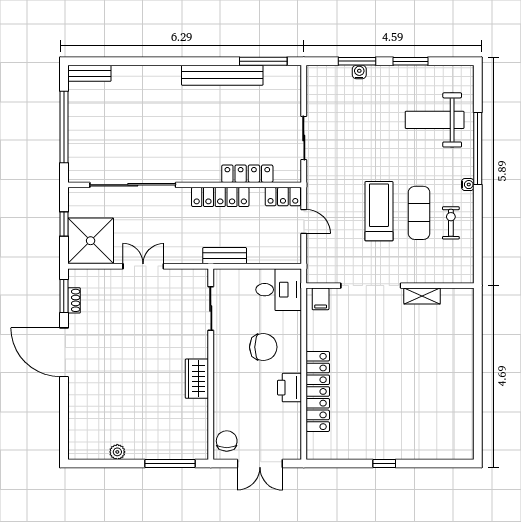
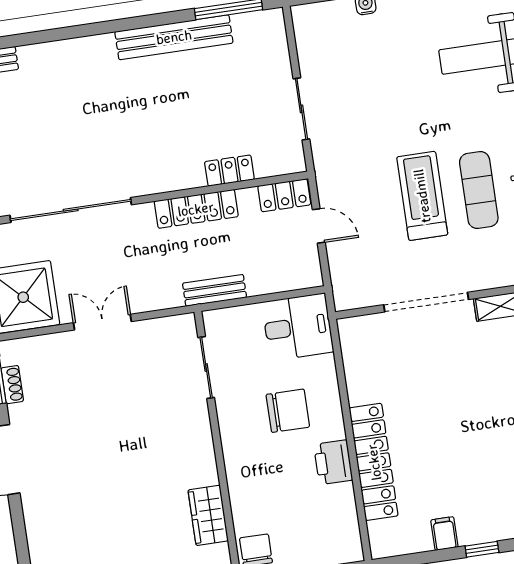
locker: (247, 174) -> (229, 171), width x0.66
filing cabinet: (321, 299) -> (444, 534), moved, turned 180
wardrobe: (197, 379) -> (208, 515), moved

